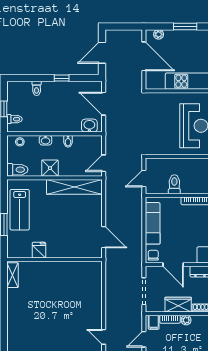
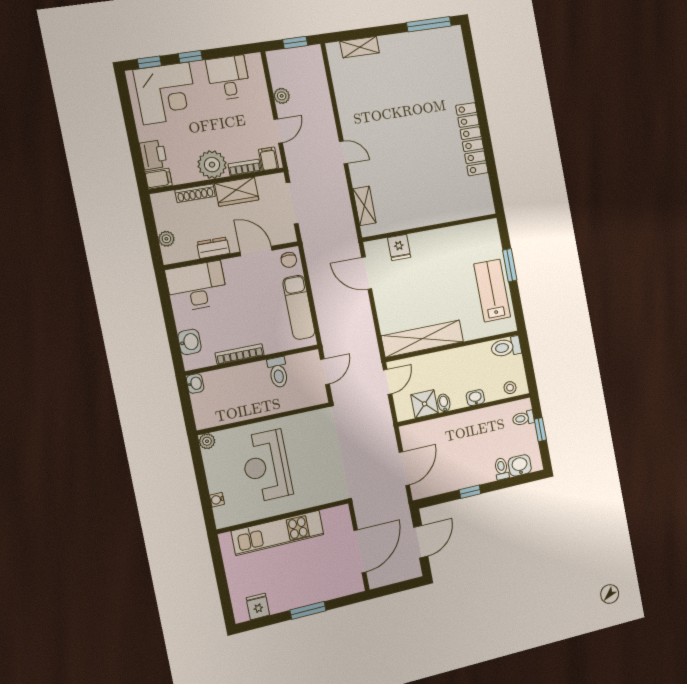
plant: (159, 34) -> (345, 589), removed
door: (144, 56) -> (360, 551), swing flipped
door: (104, 104) -> (404, 469), hinge flipped
washbasin: (89, 126) -> (520, 465), moved, turned 180
shower: (50, 168) -> (425, 404), moved
fridge: (39, 250) -> (399, 247), moved
shelving: (13, 275) -> (365, 206), moved
locker: (14, 314) -> (472, 139), added
plant: (186, 320) -> (212, 165), width x1.87, depth x1.87
door: (104, 337) -> (344, 152), moved

